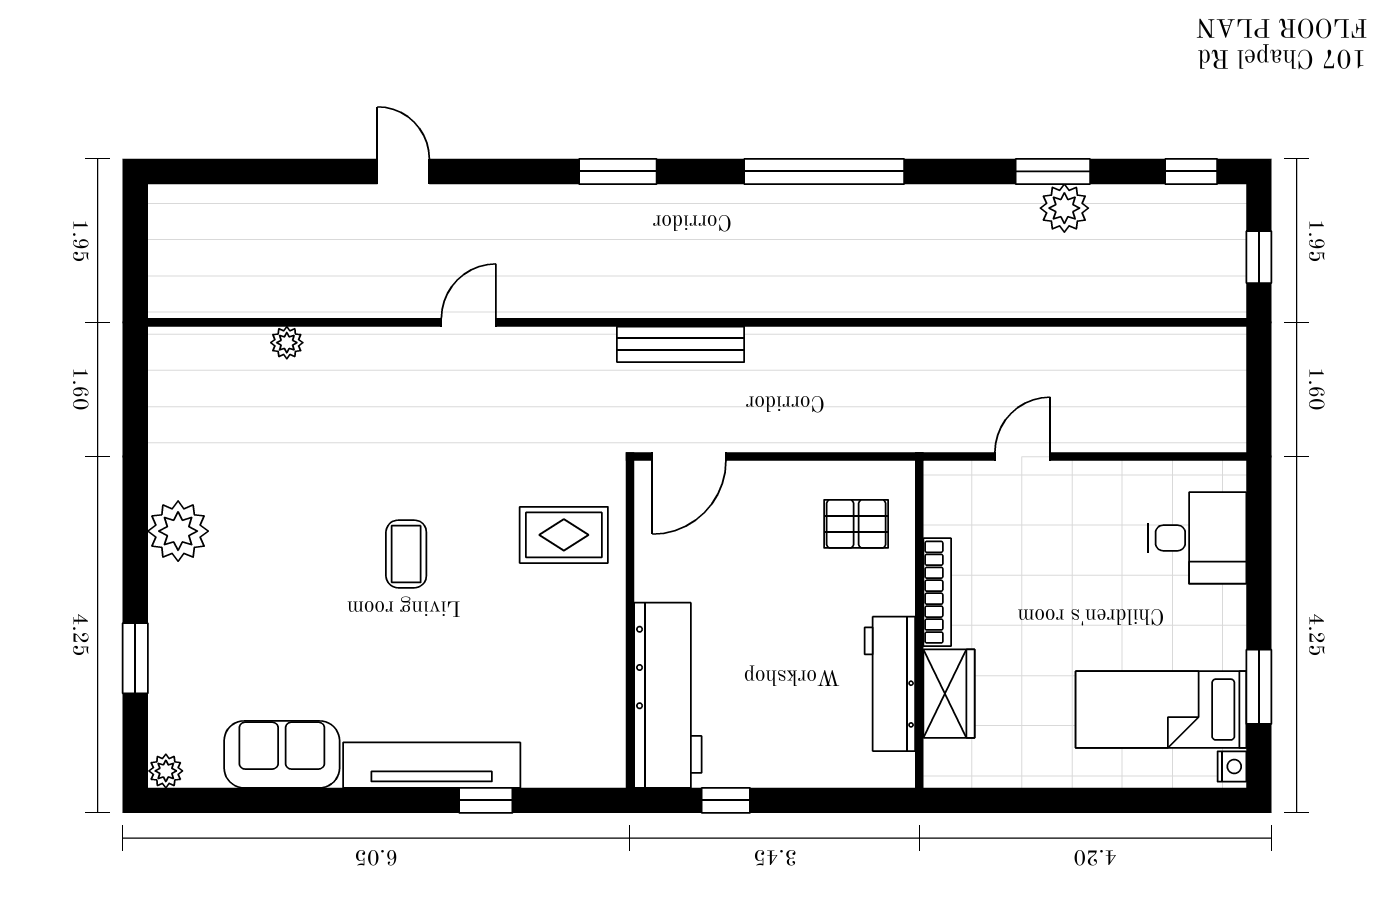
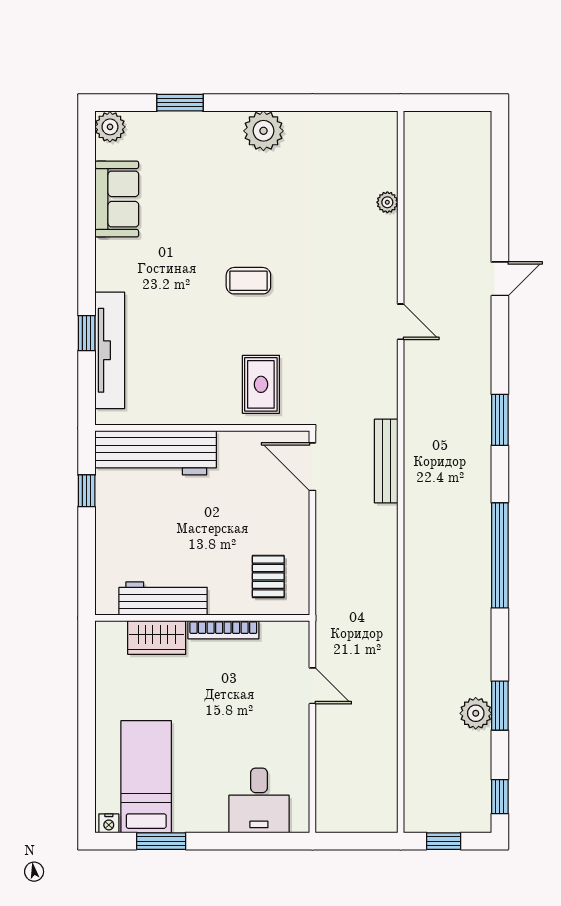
tv unit: (432, 765) -> (110, 350), moved
plant: (166, 771) -> (110, 127), width x1.38, depth x1.38

